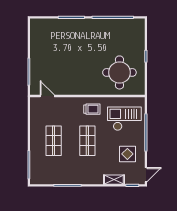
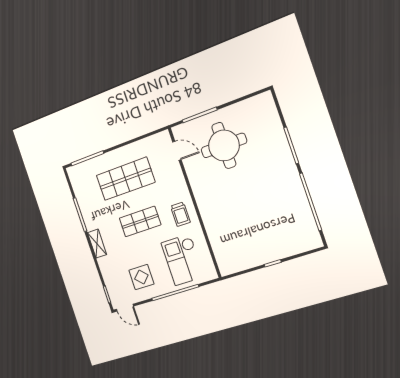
round table: (119, 72) -> (224, 145), moved
door: (47, 96) -> (177, 151), hinge flipped
checkout: (124, 119) -> (183, 260), turned 180
shop shelf: (54, 141) -> (126, 179), width x1.43, depth x1.36
shelving: (114, 180) -> (97, 244), moved

